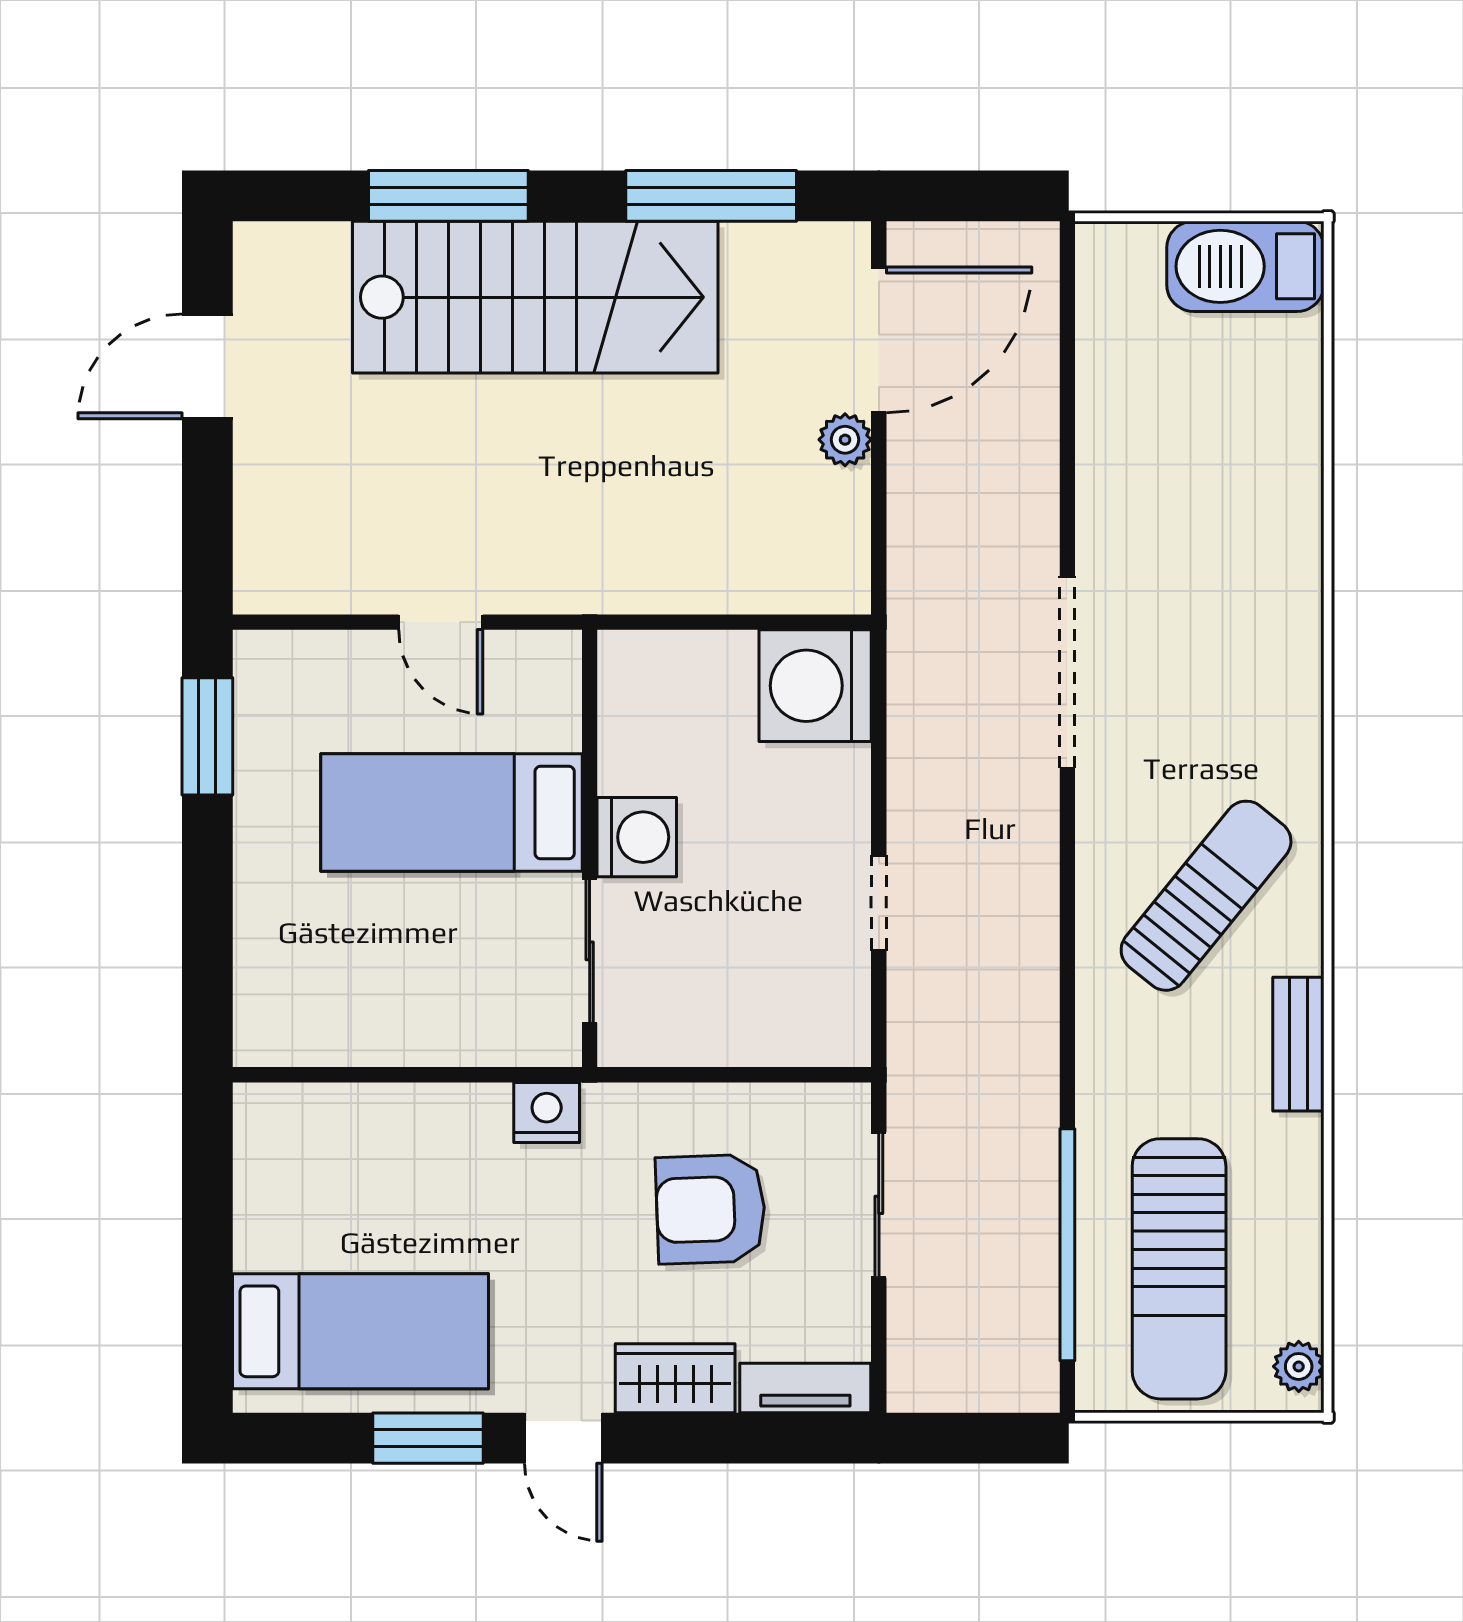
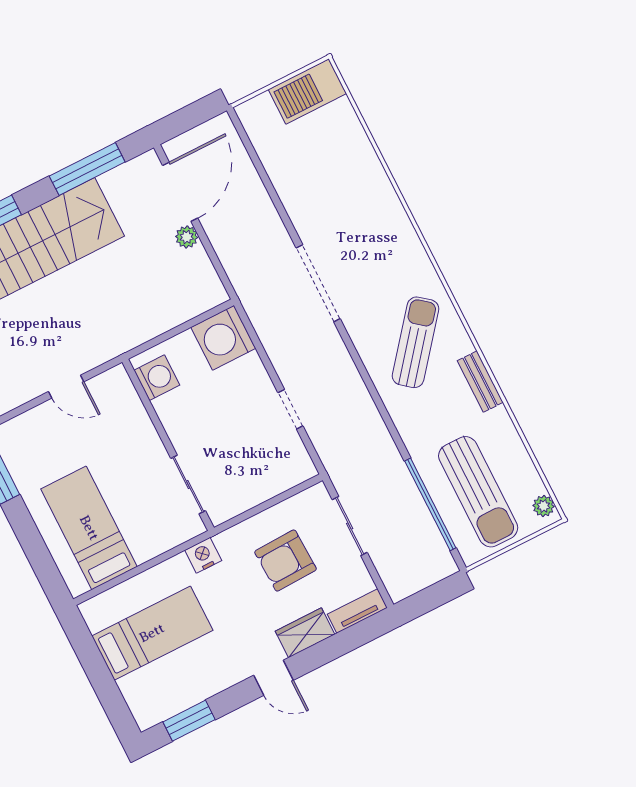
bed: (451, 813) -> (89, 528), moved, turned 90
washing machine: (637, 837) -> (157, 378), moved
bed: (360, 1331) -> (152, 633), moved
window: (428, 1438) -> (189, 721), moved

